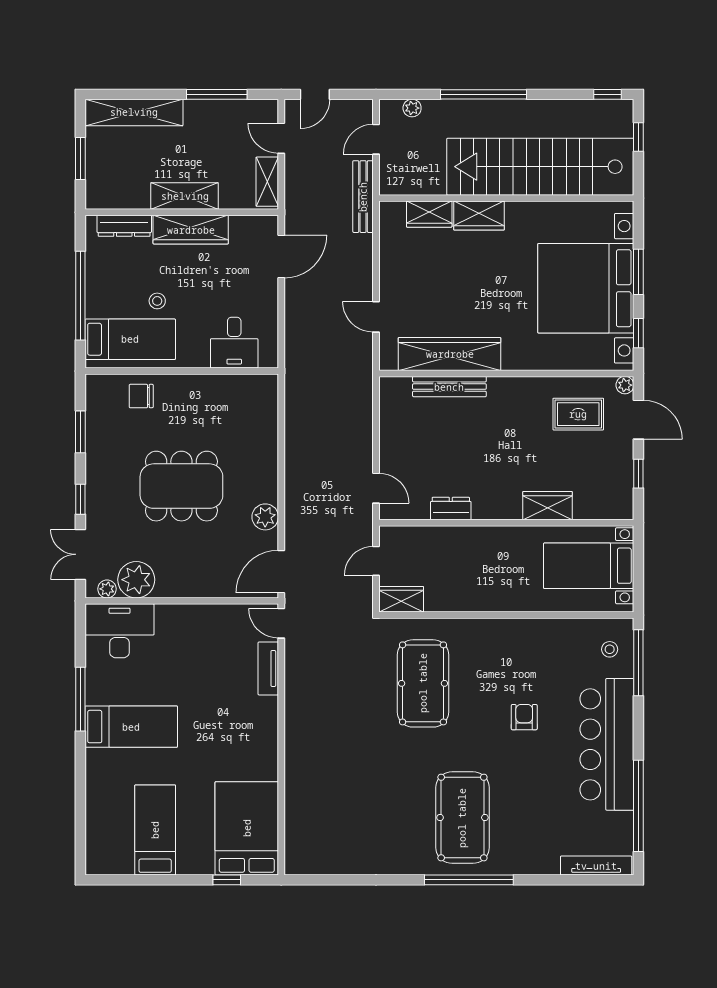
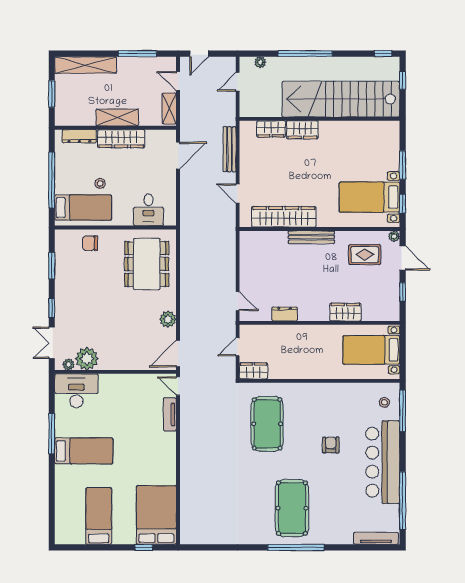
bench: (363, 197) -> (229, 149), moved
bed with nightstands: (586, 288) -> (369, 197), width x0.54
bench: (449, 387) -> (311, 237), moved
dining table: (181, 486) -> (147, 264), moved, turned 90

